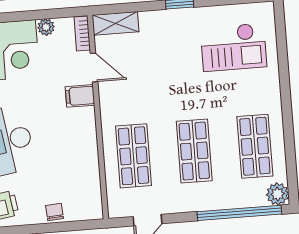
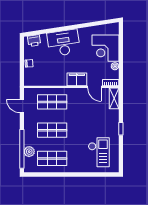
checkout: (234, 47) -> (99, 152), turned 180
door: (94, 67) -> (94, 87), hinge flipped
filing cabinet: (80, 96) -> (77, 79), width x2.00
plant: (278, 194) -> (29, 152), moved

